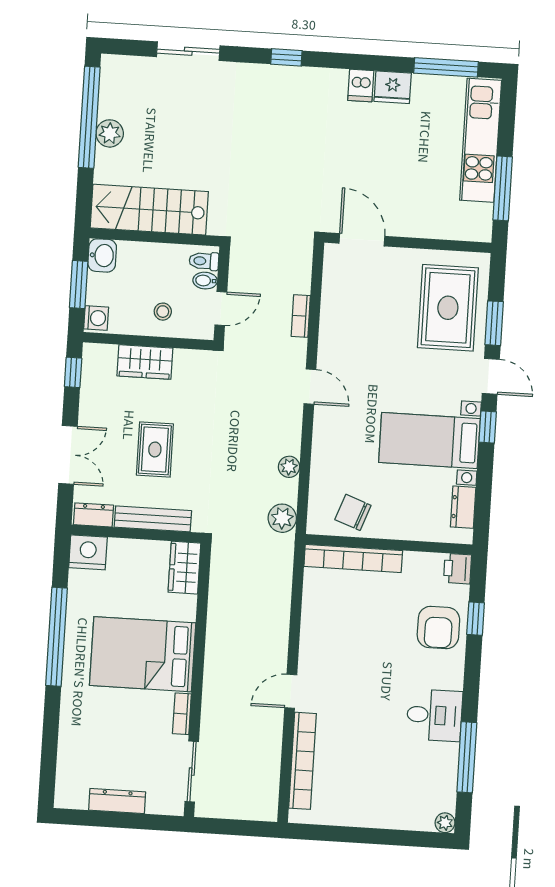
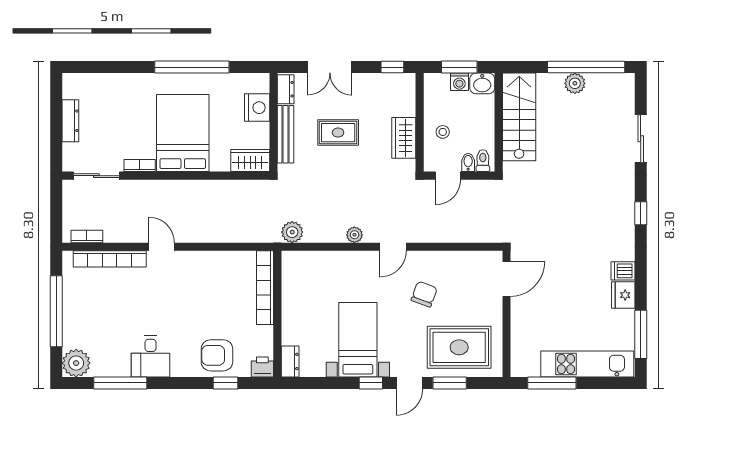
door: (221, 309) -> (448, 176), hinge flipped
bookcase: (301, 316) -> (87, 236), moved
washing machine: (96, 318) -> (459, 82), moved
wardrobe: (145, 362) -> (404, 138), moved
plant: (289, 467) -> (354, 235), moved
dresser: (463, 507) -> (290, 361), moved, turned 90
chair: (353, 512) -> (424, 294), moved
nightstand: (88, 552) -> (257, 108), moved
plant: (445, 823) -> (76, 363), width x1.88, depth x1.88
window: (367, 836) -> (56, 311), added

